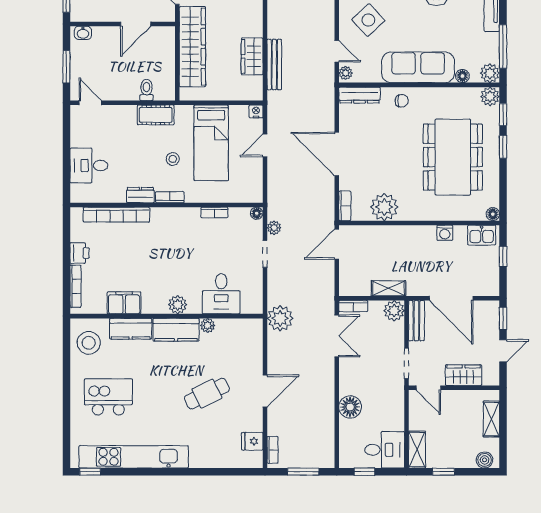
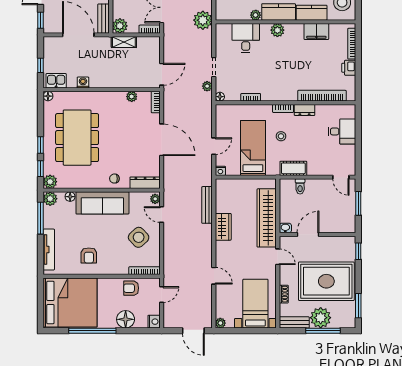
washbasin: (83, 33) -> (285, 228), moved
wardrobe: (252, 56) -> (223, 227), moved
plant: (384, 207) -> (132, 97), width x0.53, depth x0.53

